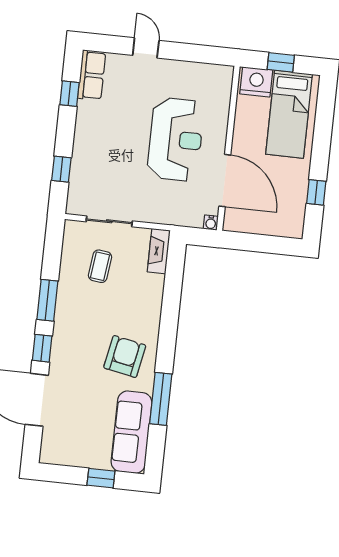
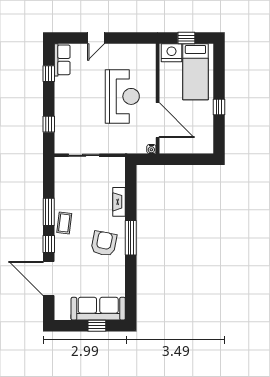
door: (146, 48) -> (96, 38), swing flipped
window: (316, 192) -> (219, 107), moved
fireplace: (159, 251) -> (119, 202), moved
coffee table: (100, 266) -> (64, 223), moved
window: (161, 399) -> (131, 238), moved
sofa: (131, 432) -> (98, 309), moved, turned 90

